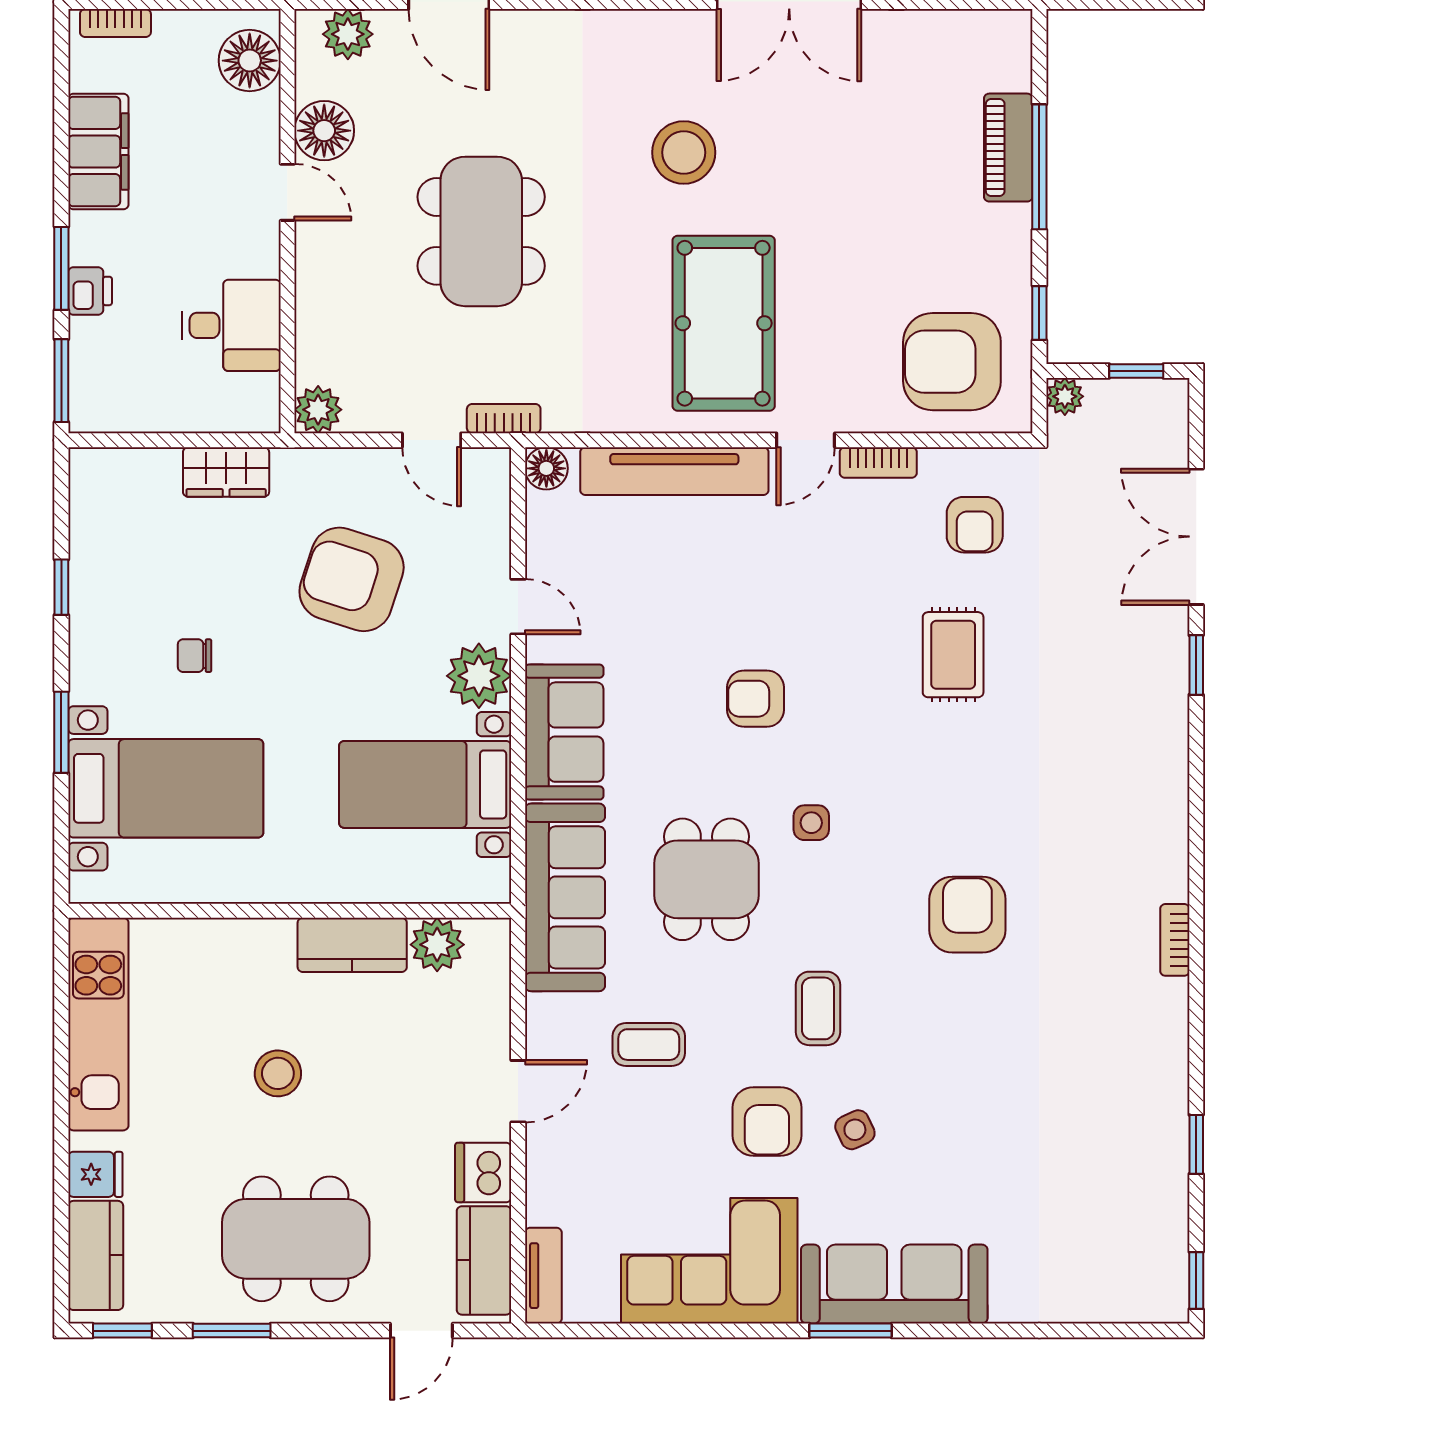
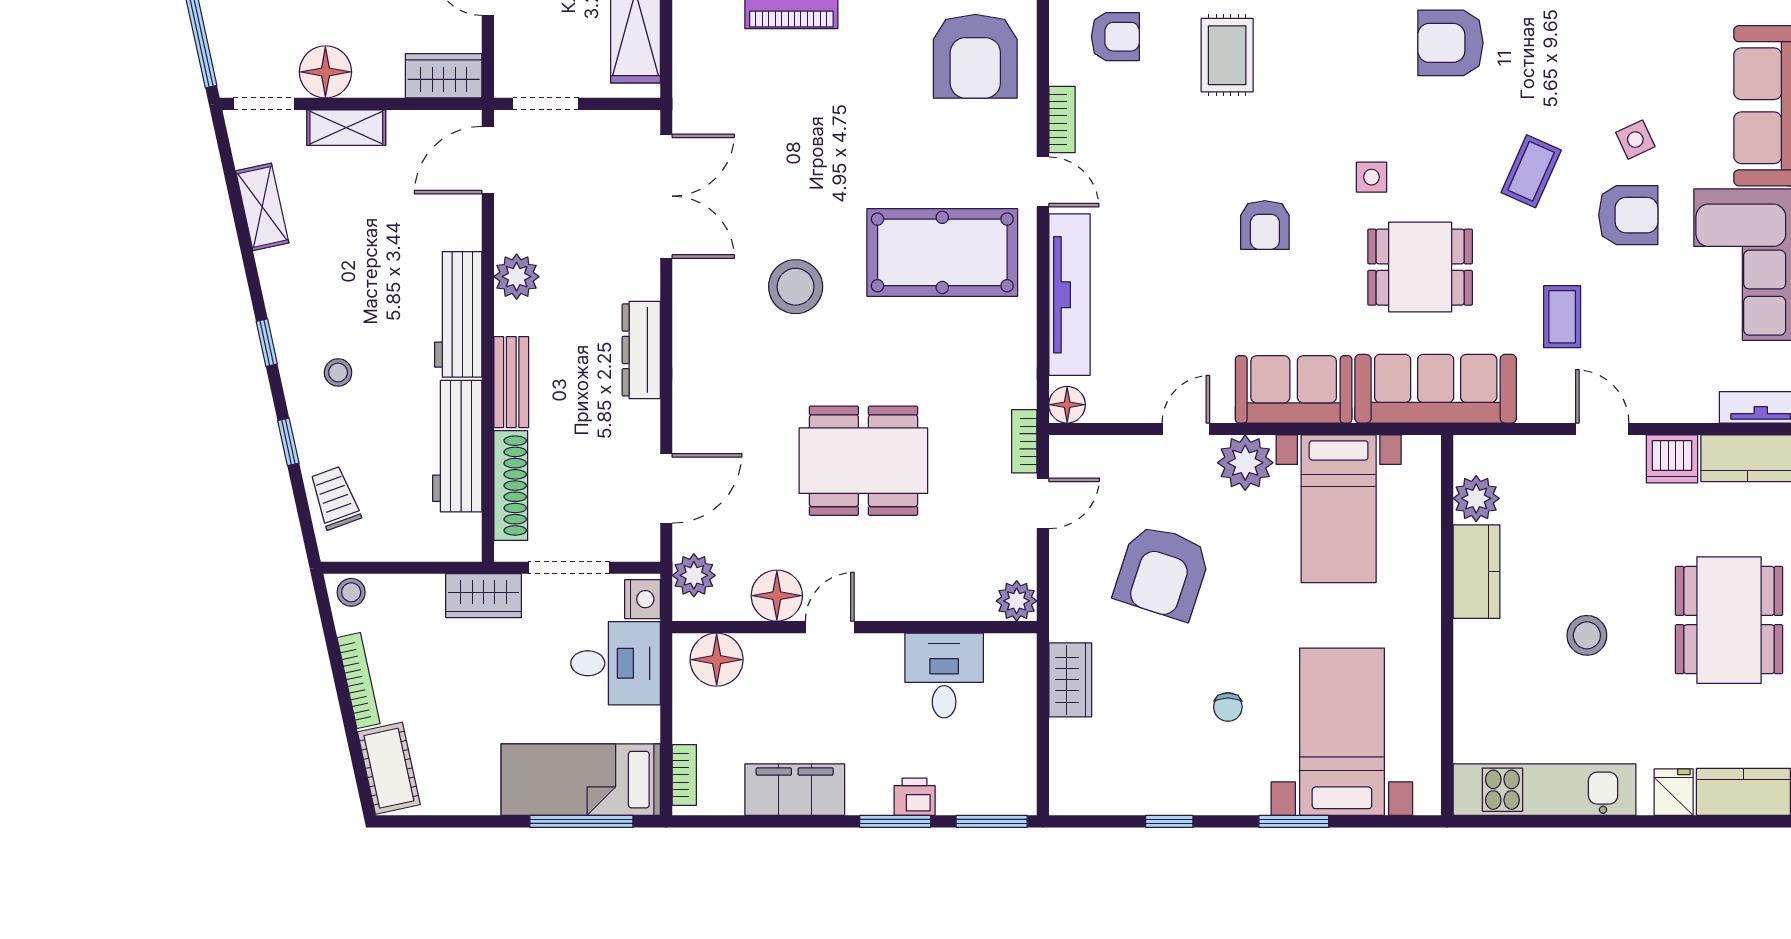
rug: (953, 655) -> (1227, 55), turned 90
coffee table: (818, 1008) -> (1531, 171), turned -66

